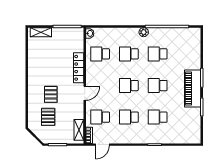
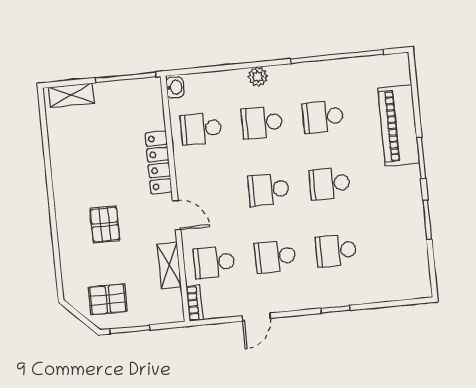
plant: (144, 32) -> (258, 77), moved
piano: (193, 88) -> (399, 125), moved
door: (85, 93) -> (177, 215), hinge flipped
pallet: (48, 117) -> (108, 299), moved, turned 90
shelving: (79, 130) -> (169, 265), moved
door: (102, 145) -> (256, 317), moved

